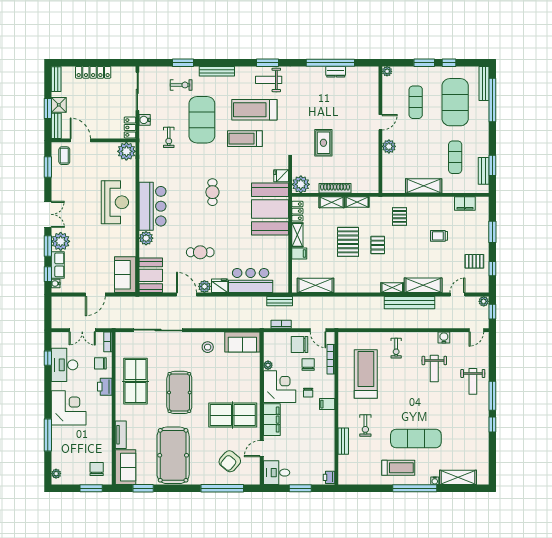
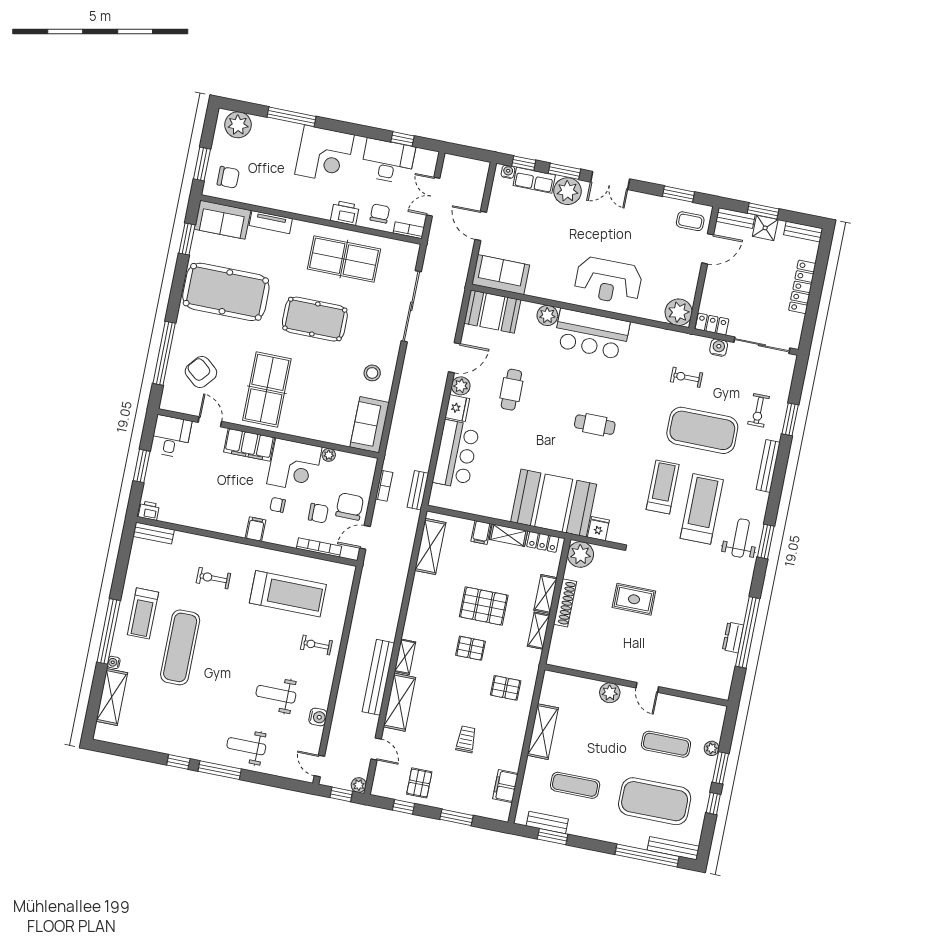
plant: (387, 71) -> (712, 748), moved
bench: (343, 441) -> (154, 533), moved
plant: (56, 474) -> (238, 125), width x1.88, depth x1.88

